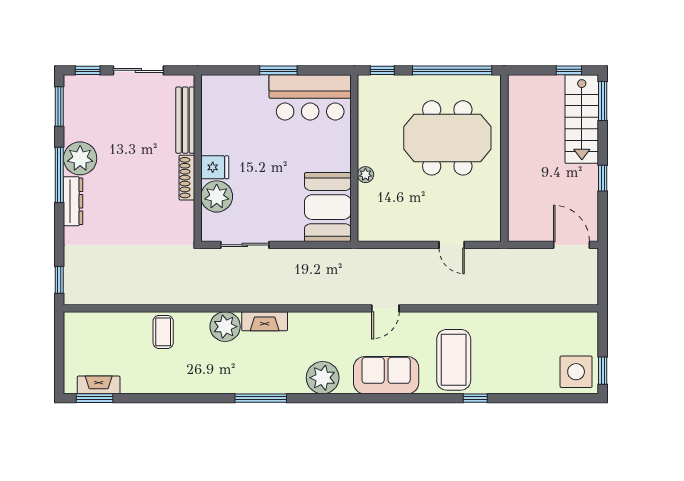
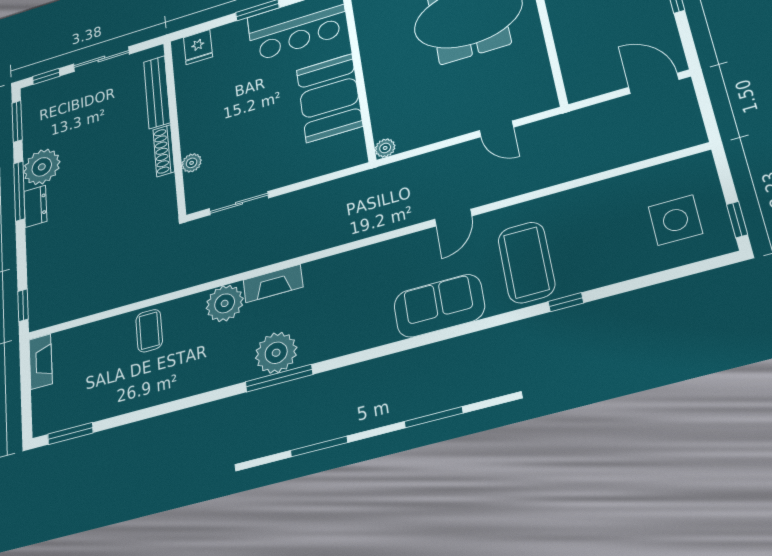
fridge: (215, 167) -> (198, 47), moved, turned 90
plant: (365, 175) -> (385, 148), moved
plant: (217, 196) -> (192, 163), width x0.53, depth x0.53
dresser: (73, 201) -> (35, 206), width x0.70
booth: (328, 207) -> (329, 98), moved
door: (385, 308) -> (453, 218), moved
side table: (576, 372) -> (675, 220), moved
plant: (323, 378) -> (276, 353), moved
fireplace: (99, 385) -> (41, 362), moved, turned 90

